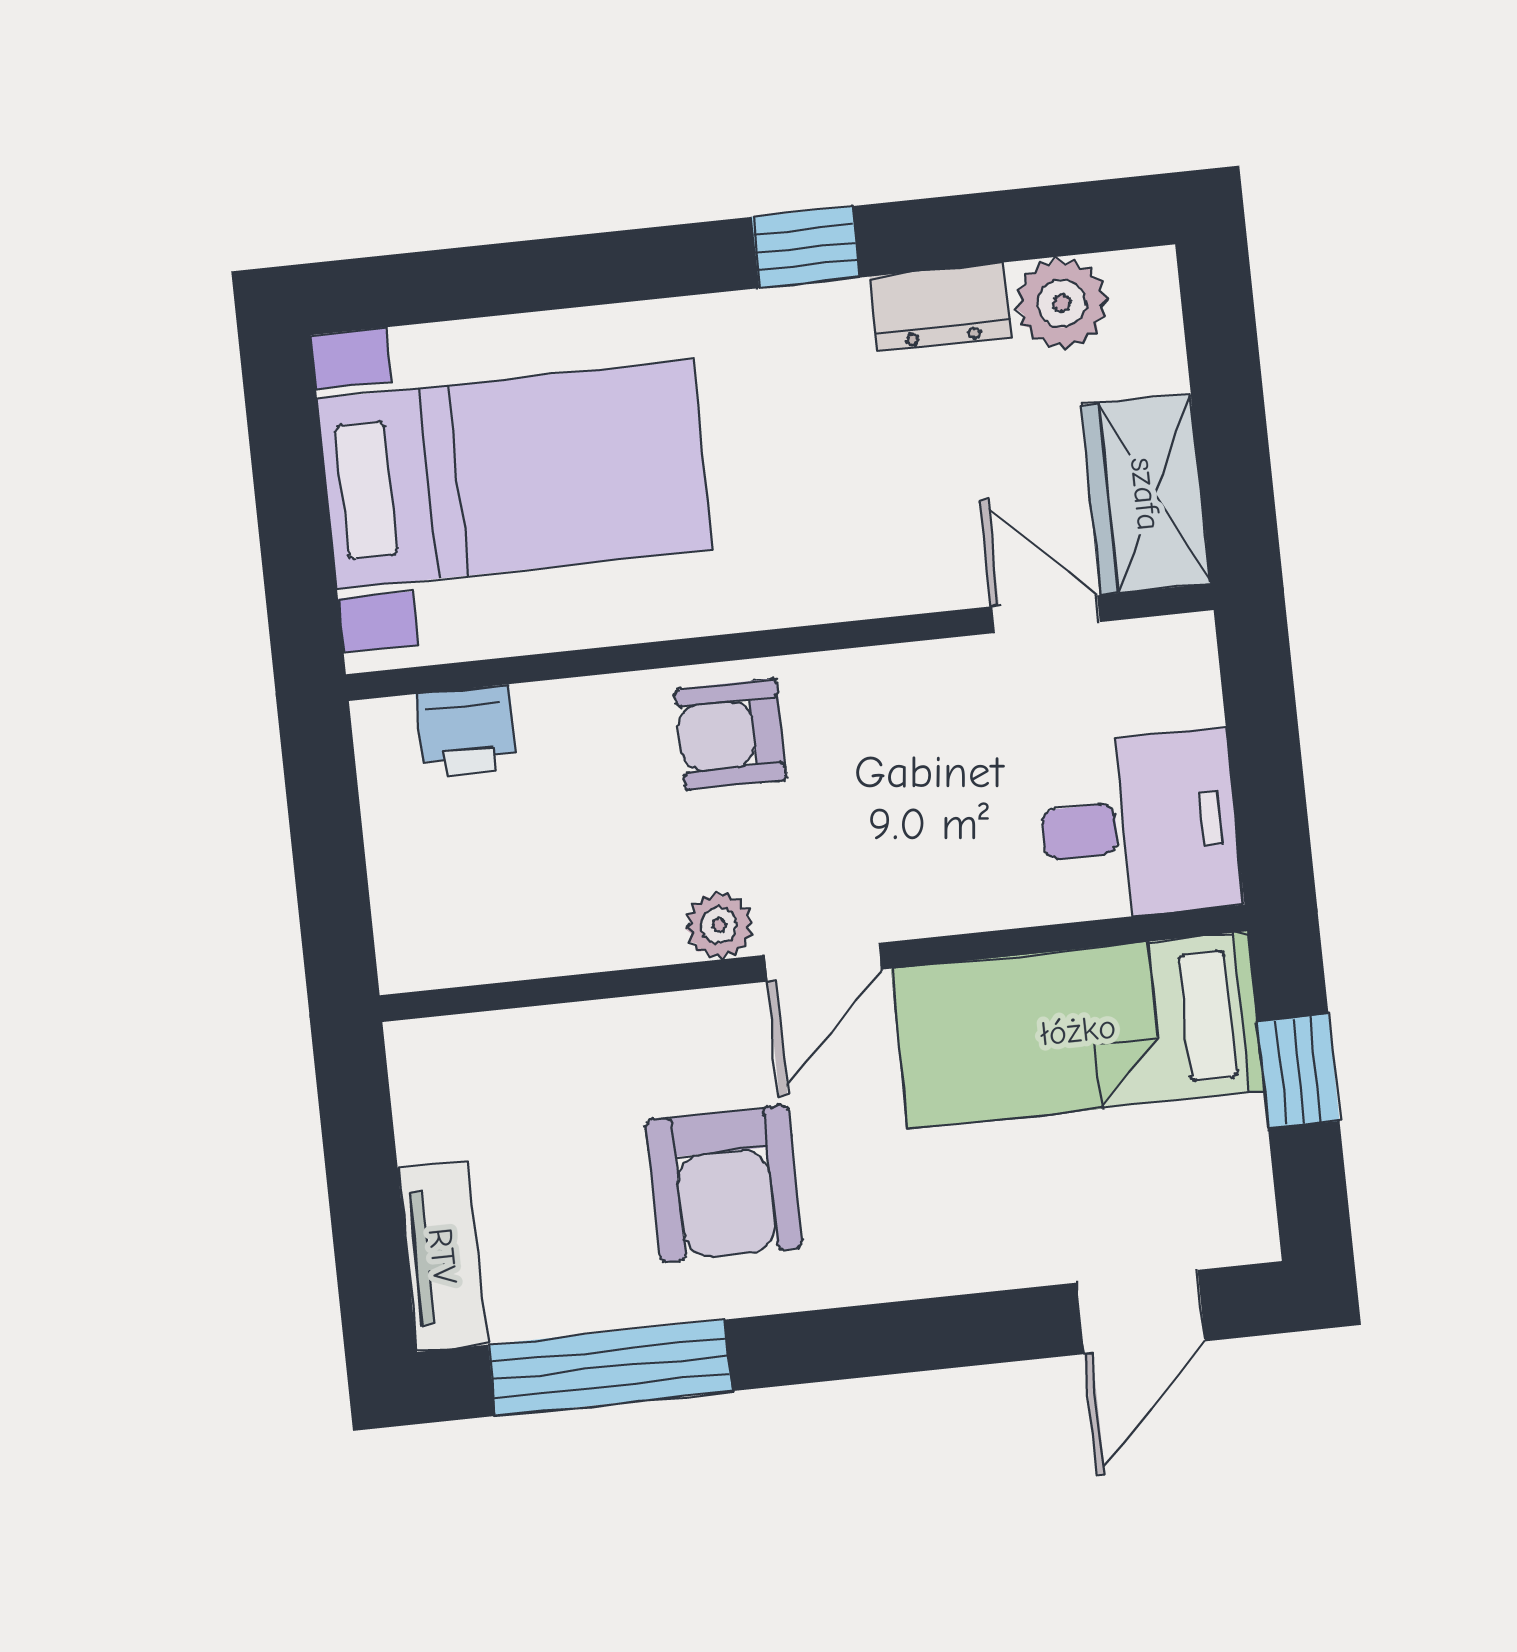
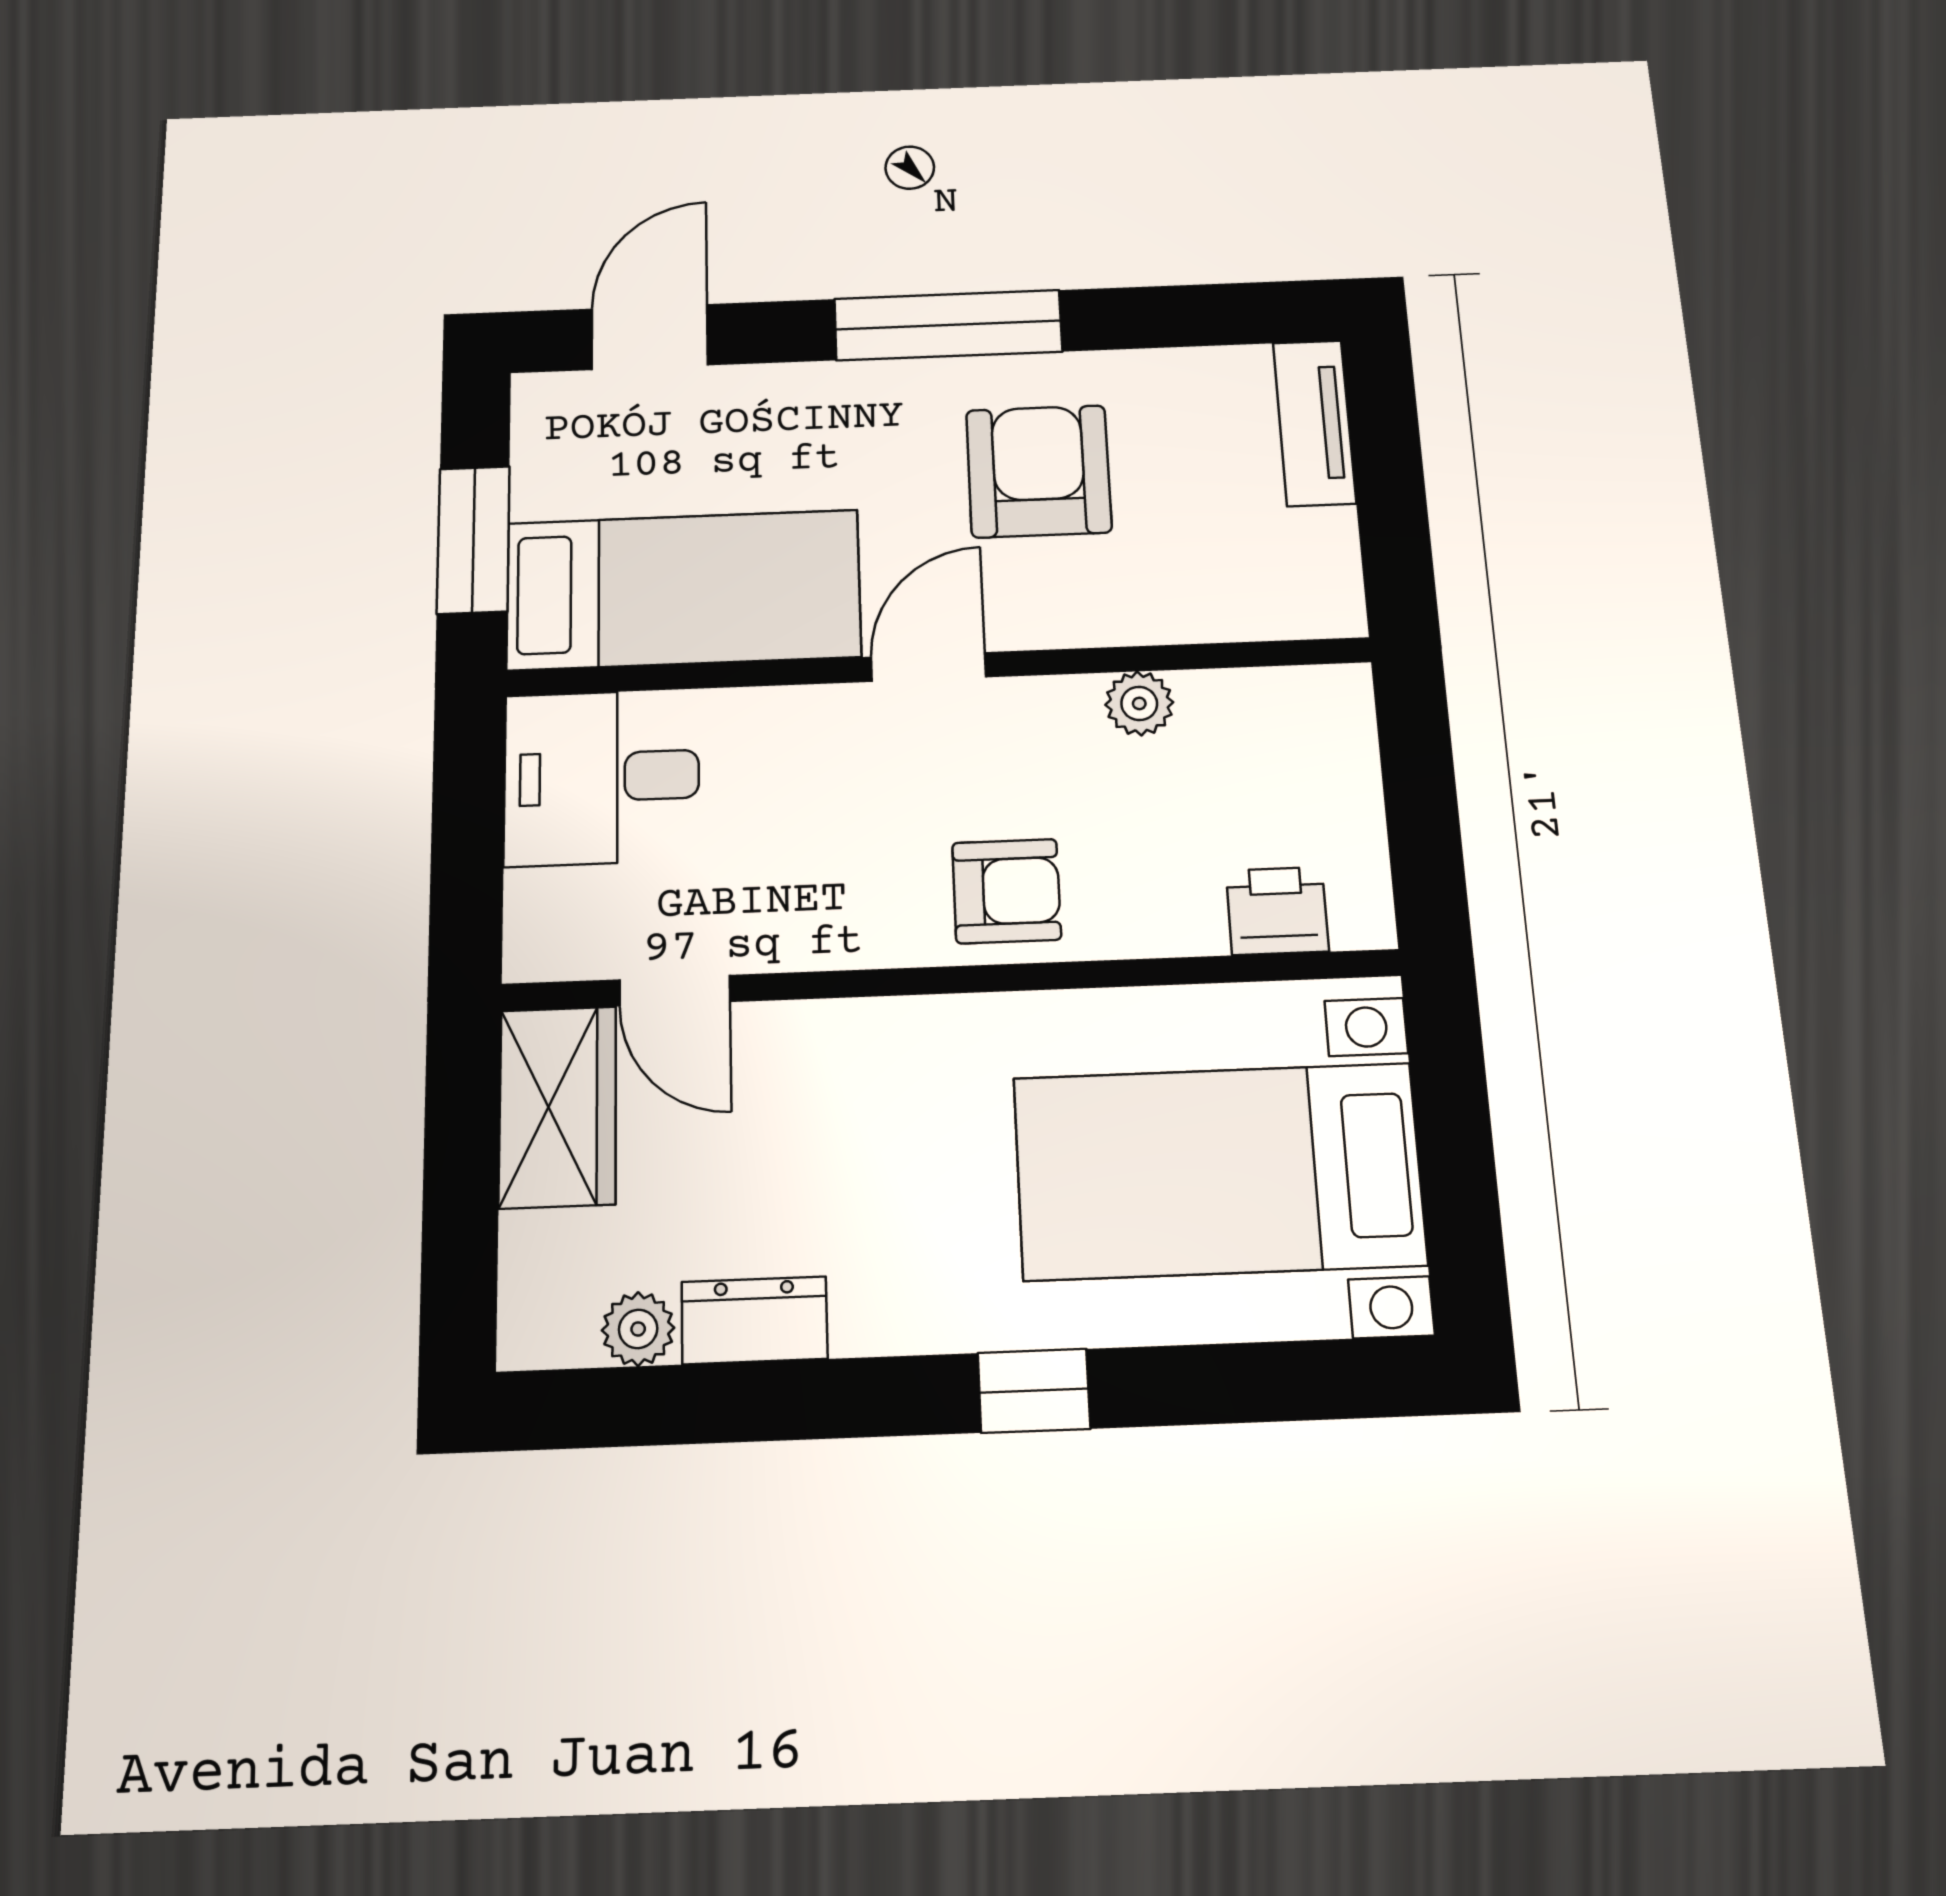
window: (806, 247) -> (1034, 1391), moved
plant: (1062, 303) -> (638, 1329), width x0.73, depth x0.73
plant: (719, 925) -> (1139, 703), moved
window: (1298, 1071) -> (473, 540), width x1.50
window: (610, 1368) -> (948, 325), moved

